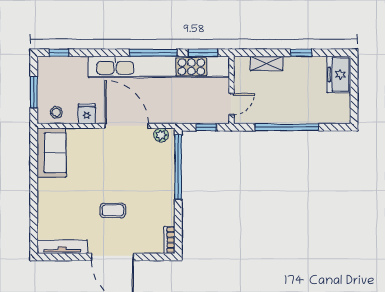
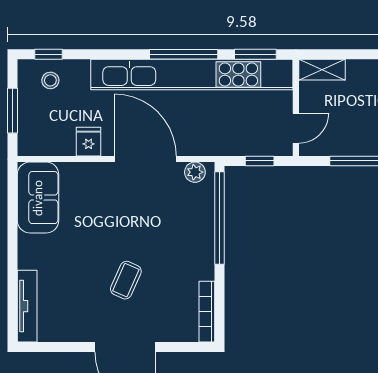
shelving: (267, 63) -> (322, 70), moved
stool: (56, 112) -> (50, 80), moved
coffee table: (113, 210) -> (126, 280), turned -66
bookcase: (169, 240) -> (207, 312), width x1.56
tv unit: (62, 247) -> (27, 306), moved, turned 90

